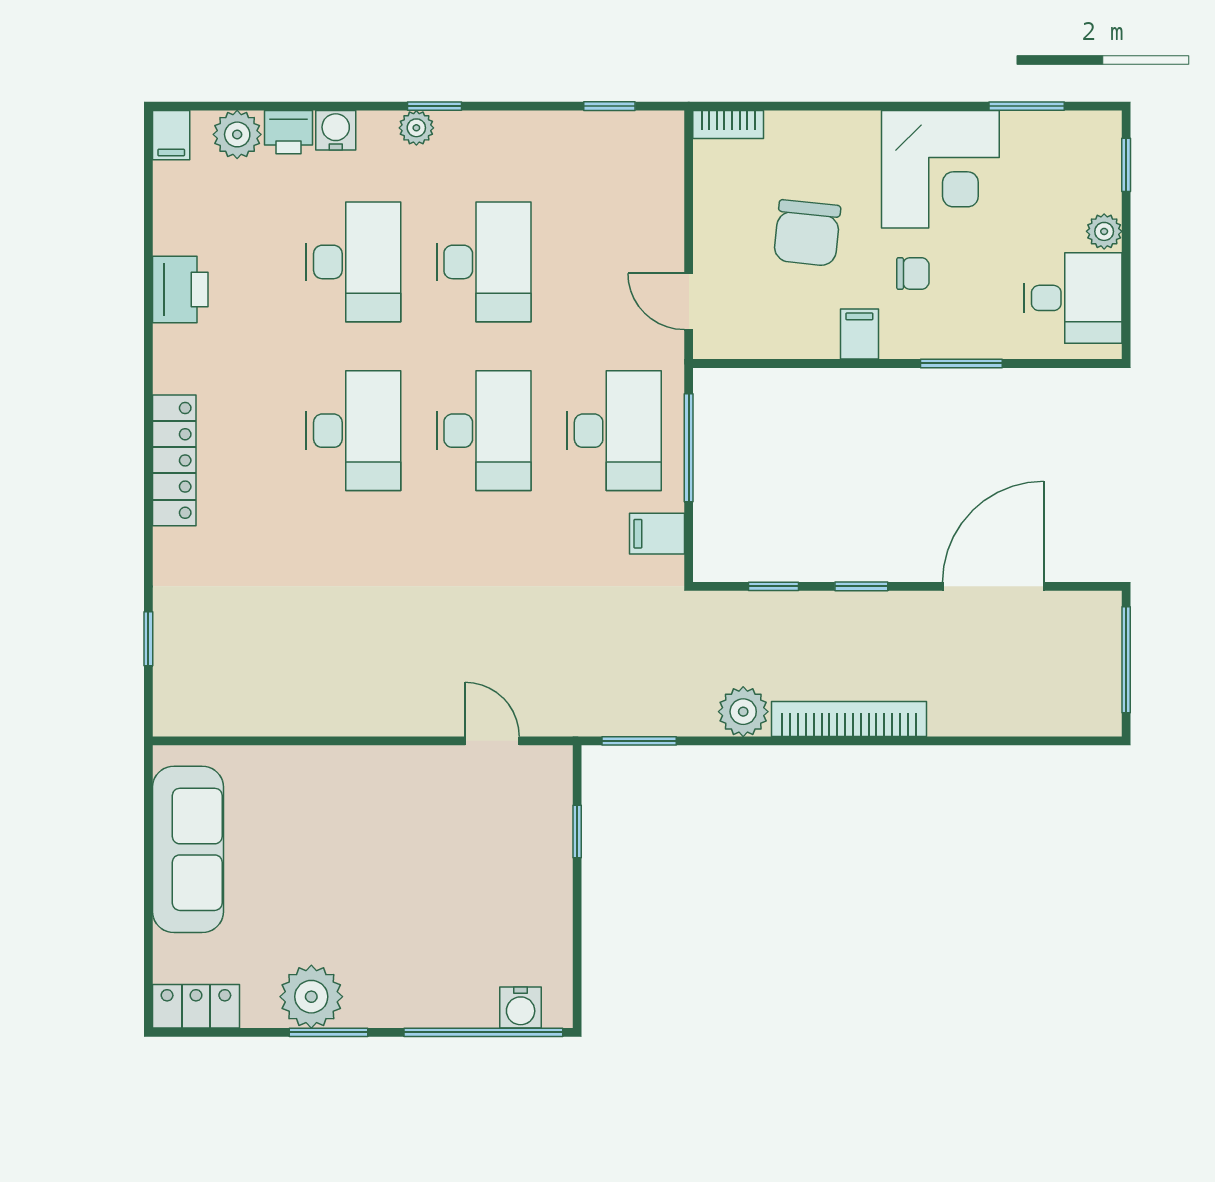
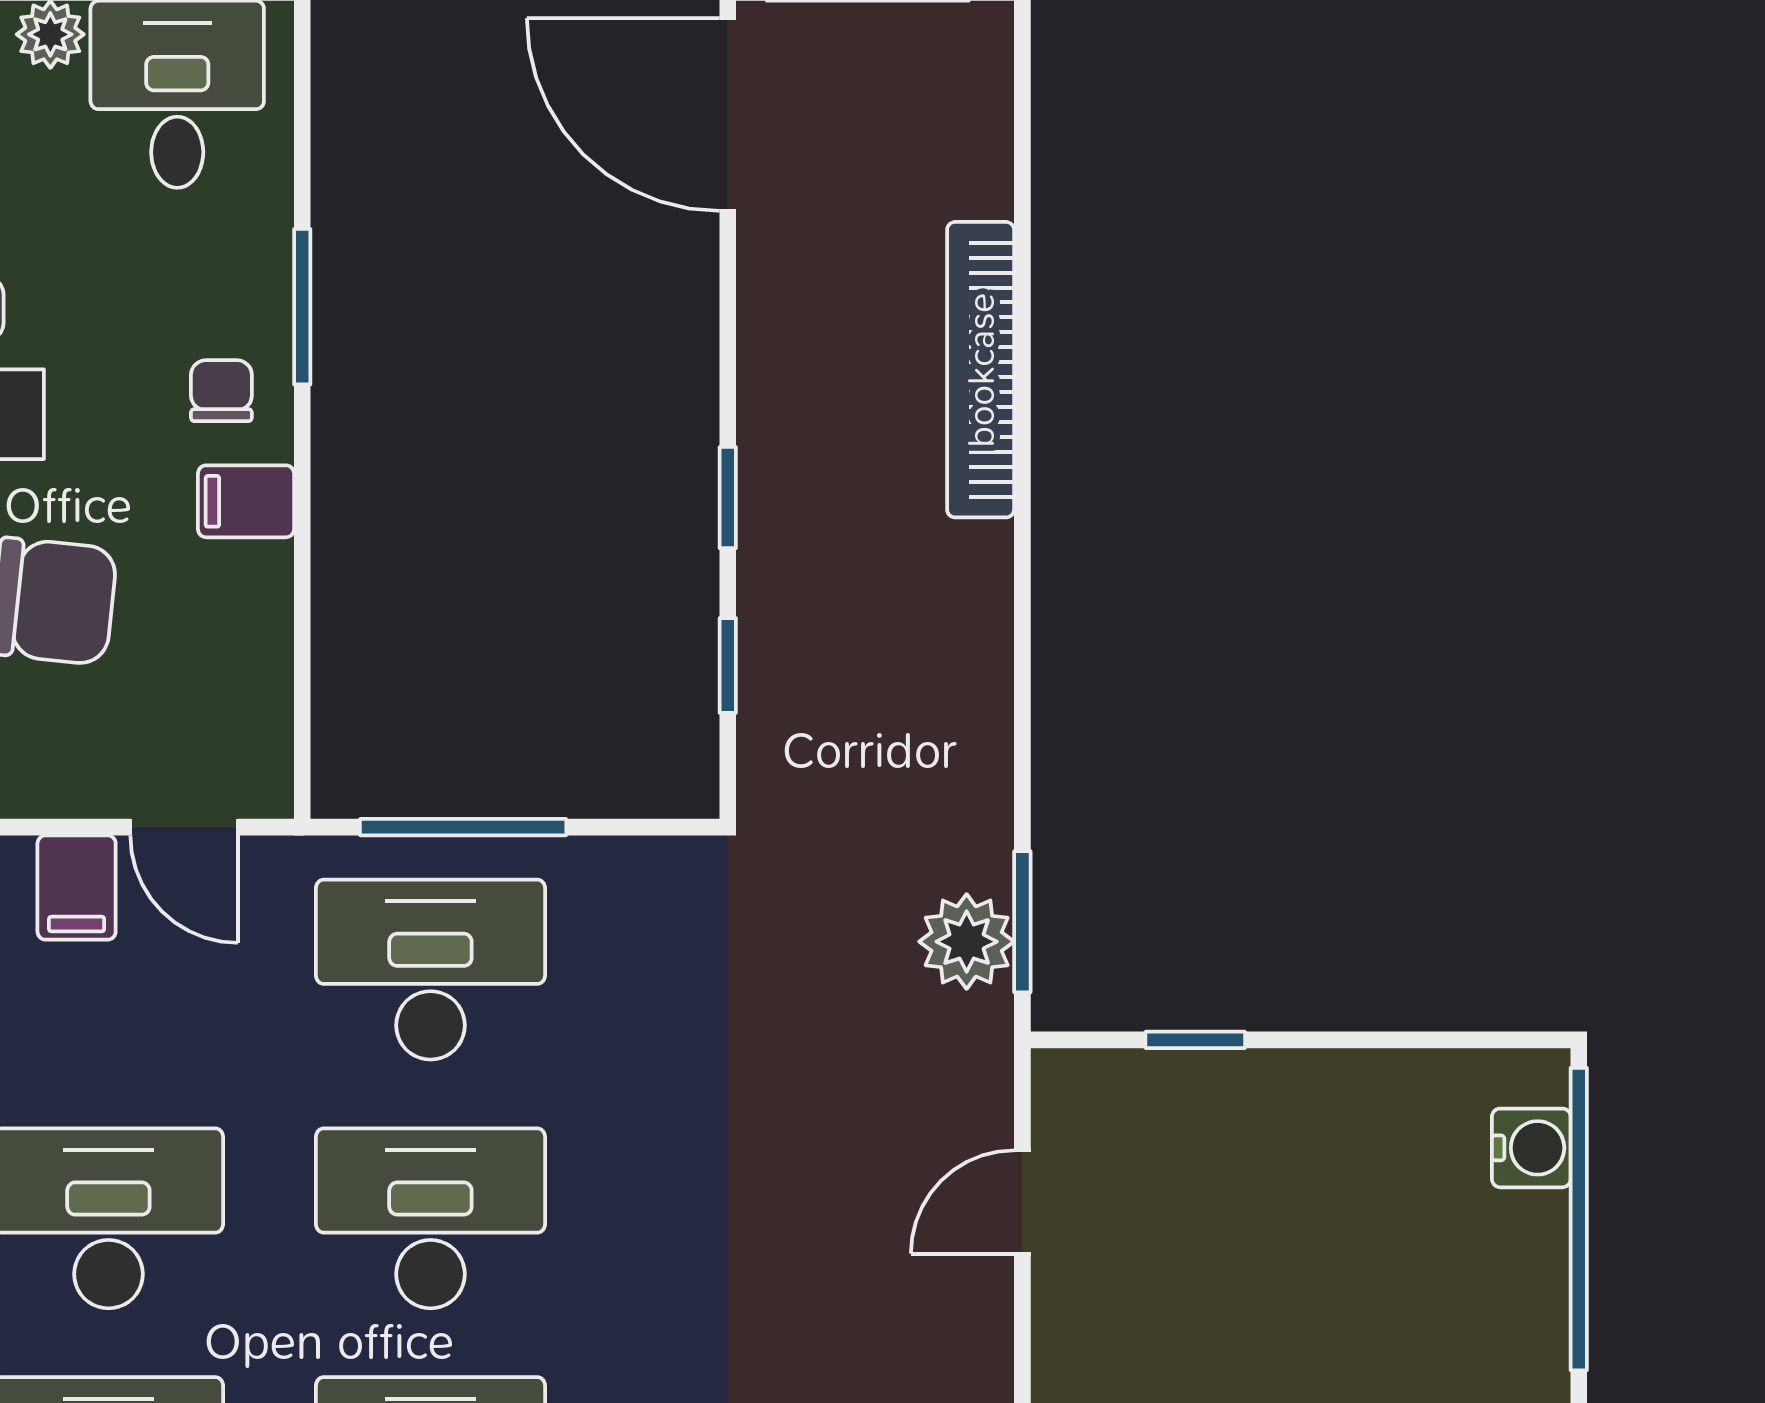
chair: (913, 274) -> (221, 391), moved
door: (689, 302) -> (184, 827), hinge flipped
filing cabinet: (657, 534) -> (77, 888), moved
door: (993, 586) -> (728, 115), moved
plant: (743, 712) -> (967, 942), moved
bookcase: (849, 719) -> (981, 370), moved

